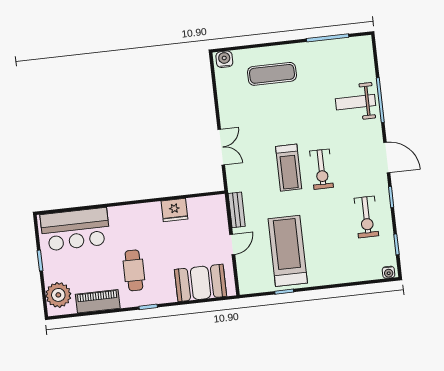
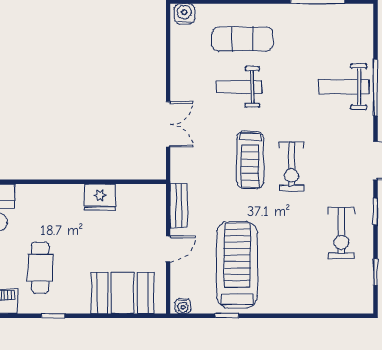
weight bench: (273, 112) -> (239, 87), added
water cooler: (389, 272) -> (183, 306), moved

